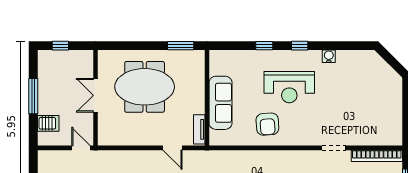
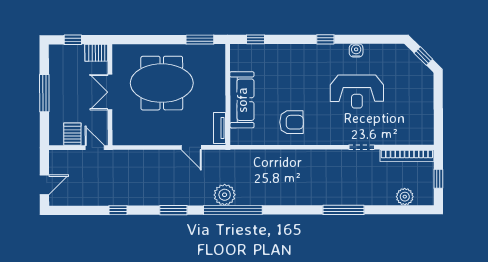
window: (264, 46) -> (255, 39), moved
server rack: (83, 58) -> (96, 53), added
window: (392, 62) -> (423, 56), added
reception desk: (289, 87) -> (357, 92), moved
server rack: (48, 123) -> (72, 134), moved, turned -90
armchair: (267, 124) -> (291, 122), turned -86

